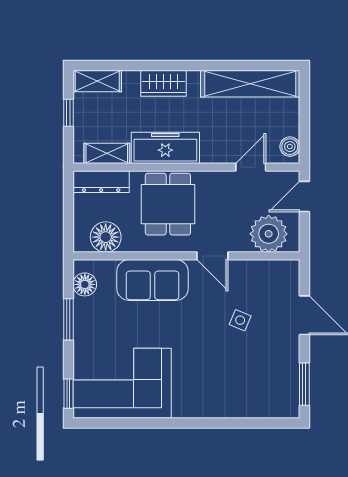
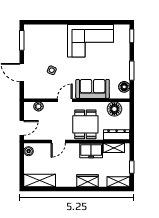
shelving: (250, 84) -> (40, 180), width x0.68
freezer: (165, 148) -> (91, 151), width x0.71
door: (251, 167) -> (58, 142), moved
plant: (269, 234) -> (38, 106), width x0.53, depth x0.53
door: (212, 256) -> (65, 100), hinge flipped
corner sofa: (122, 383) -> (90, 41), moved

